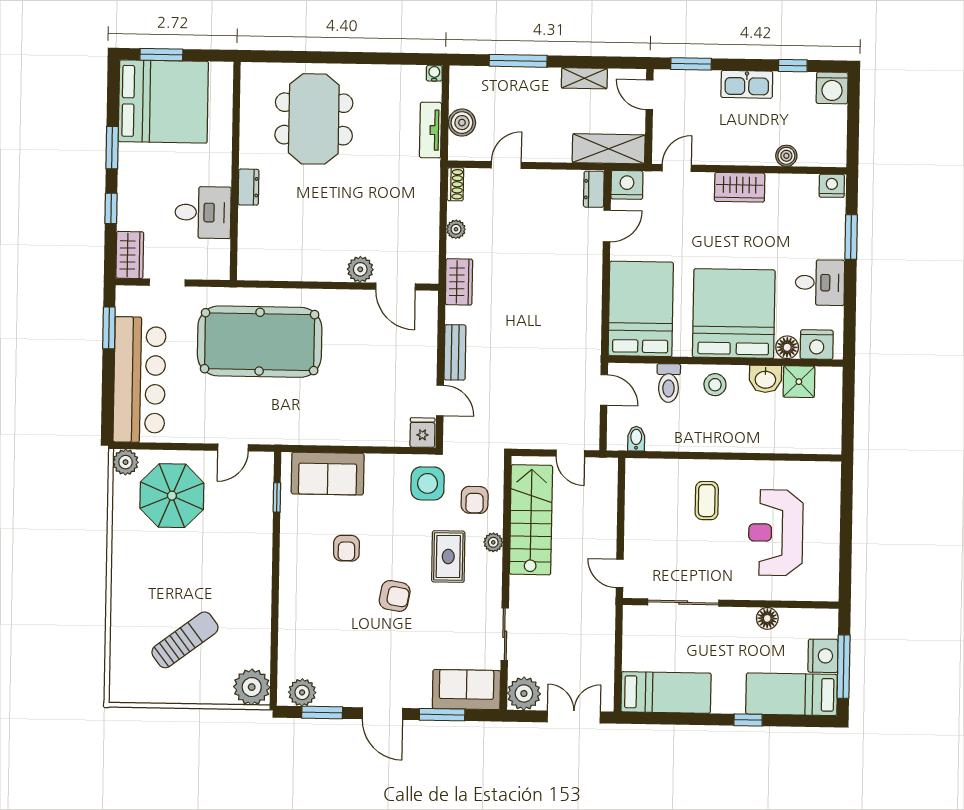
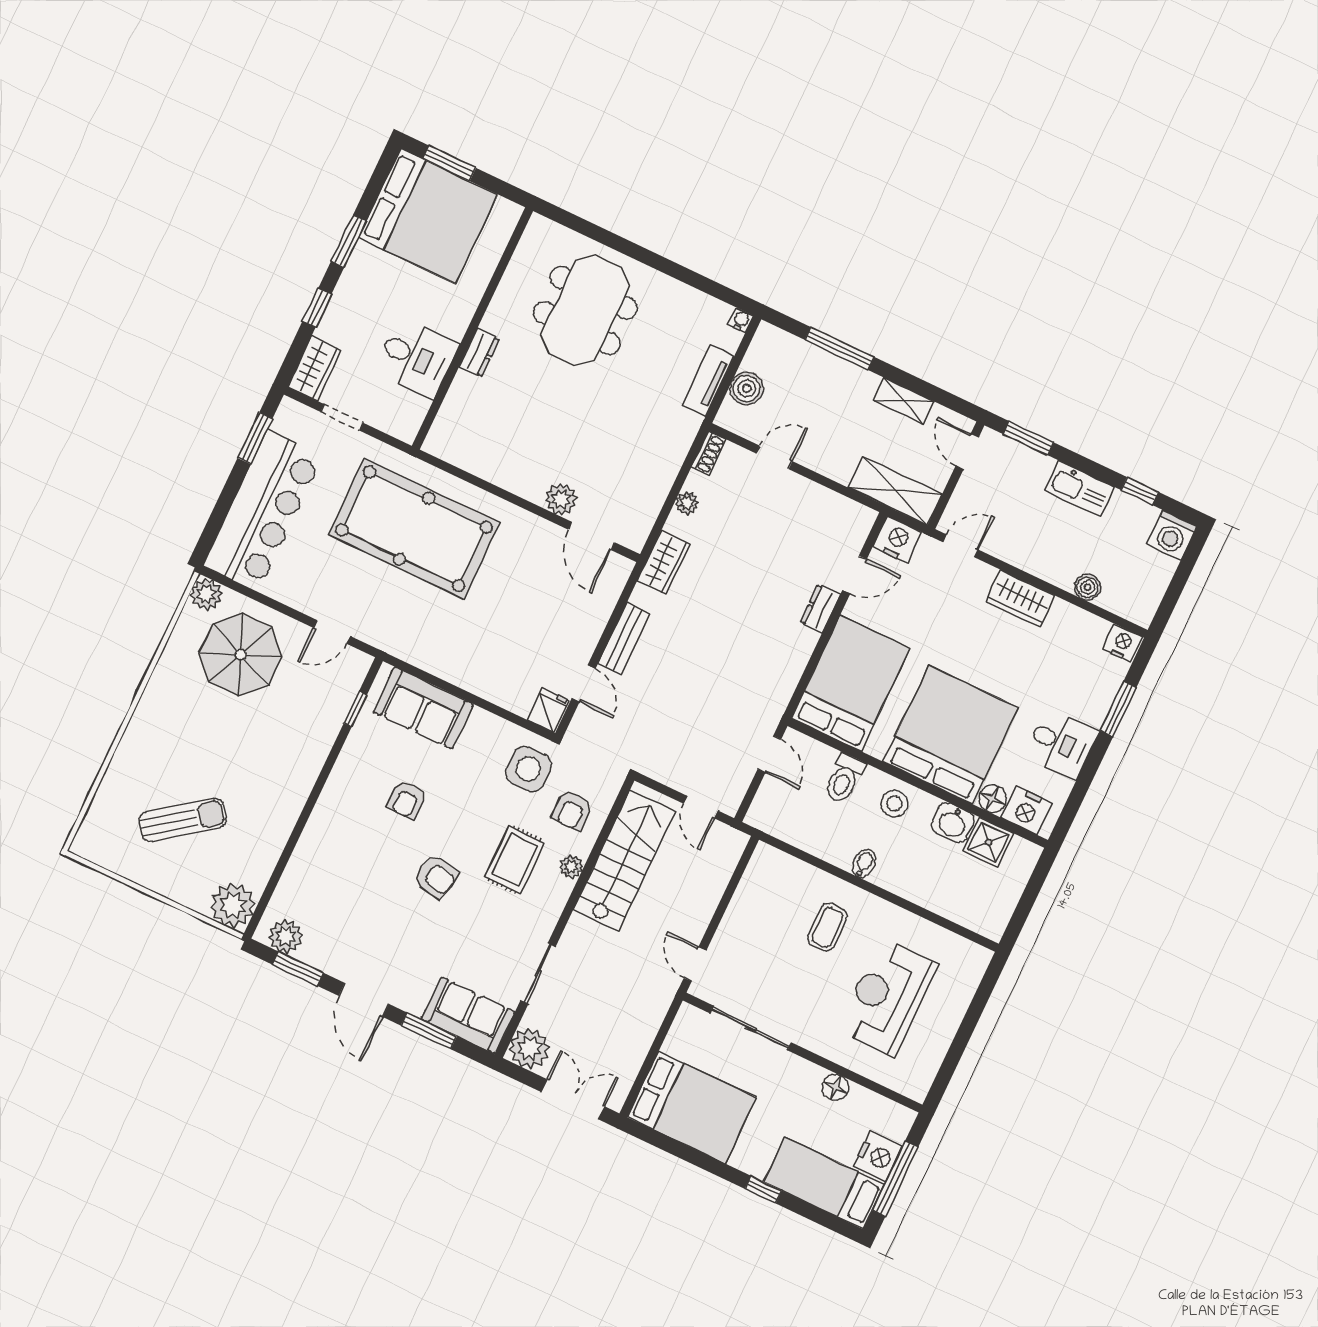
dresser: (594, 189) -> (820, 609), moved
bidet: (636, 439) -> (864, 863), moved
bed: (666, 692) -> (692, 1107), width x1.50

